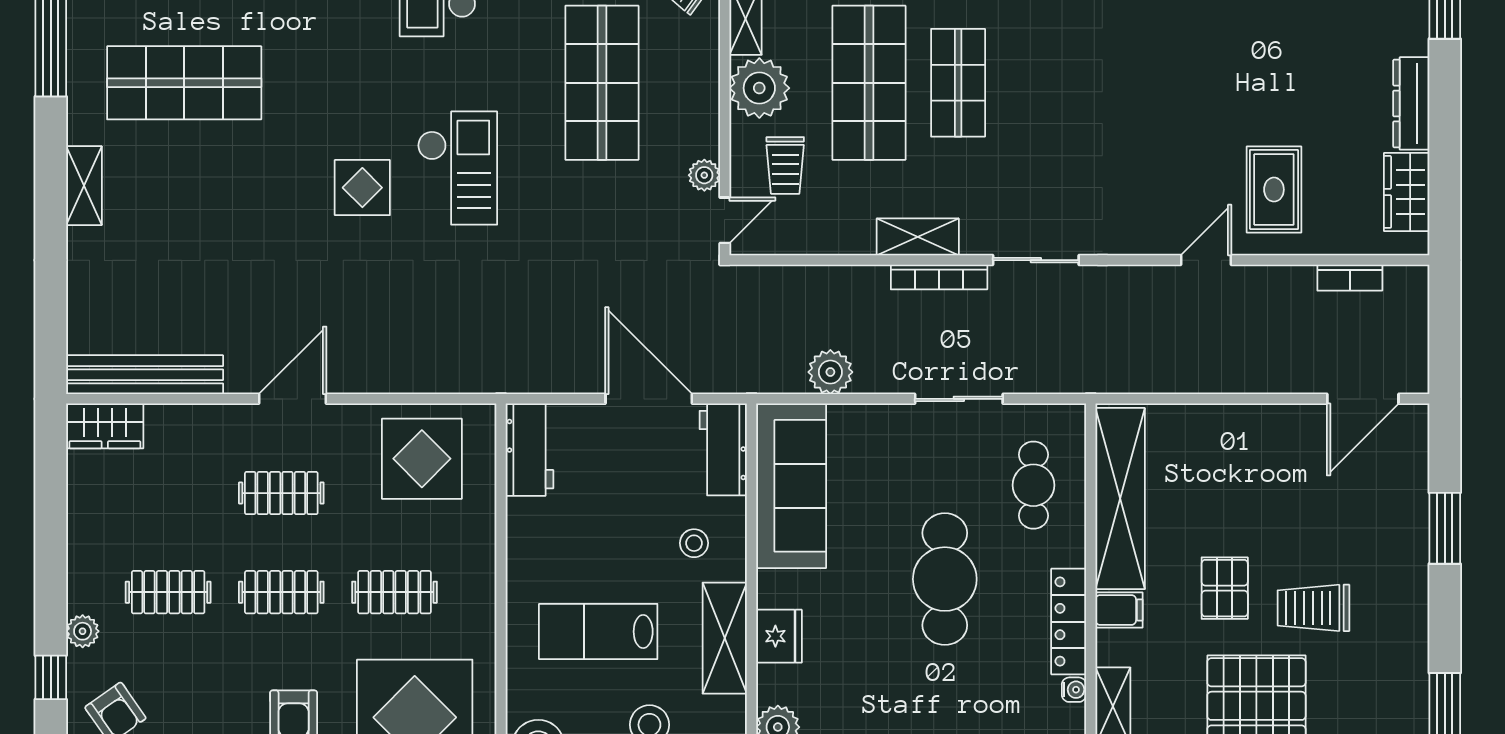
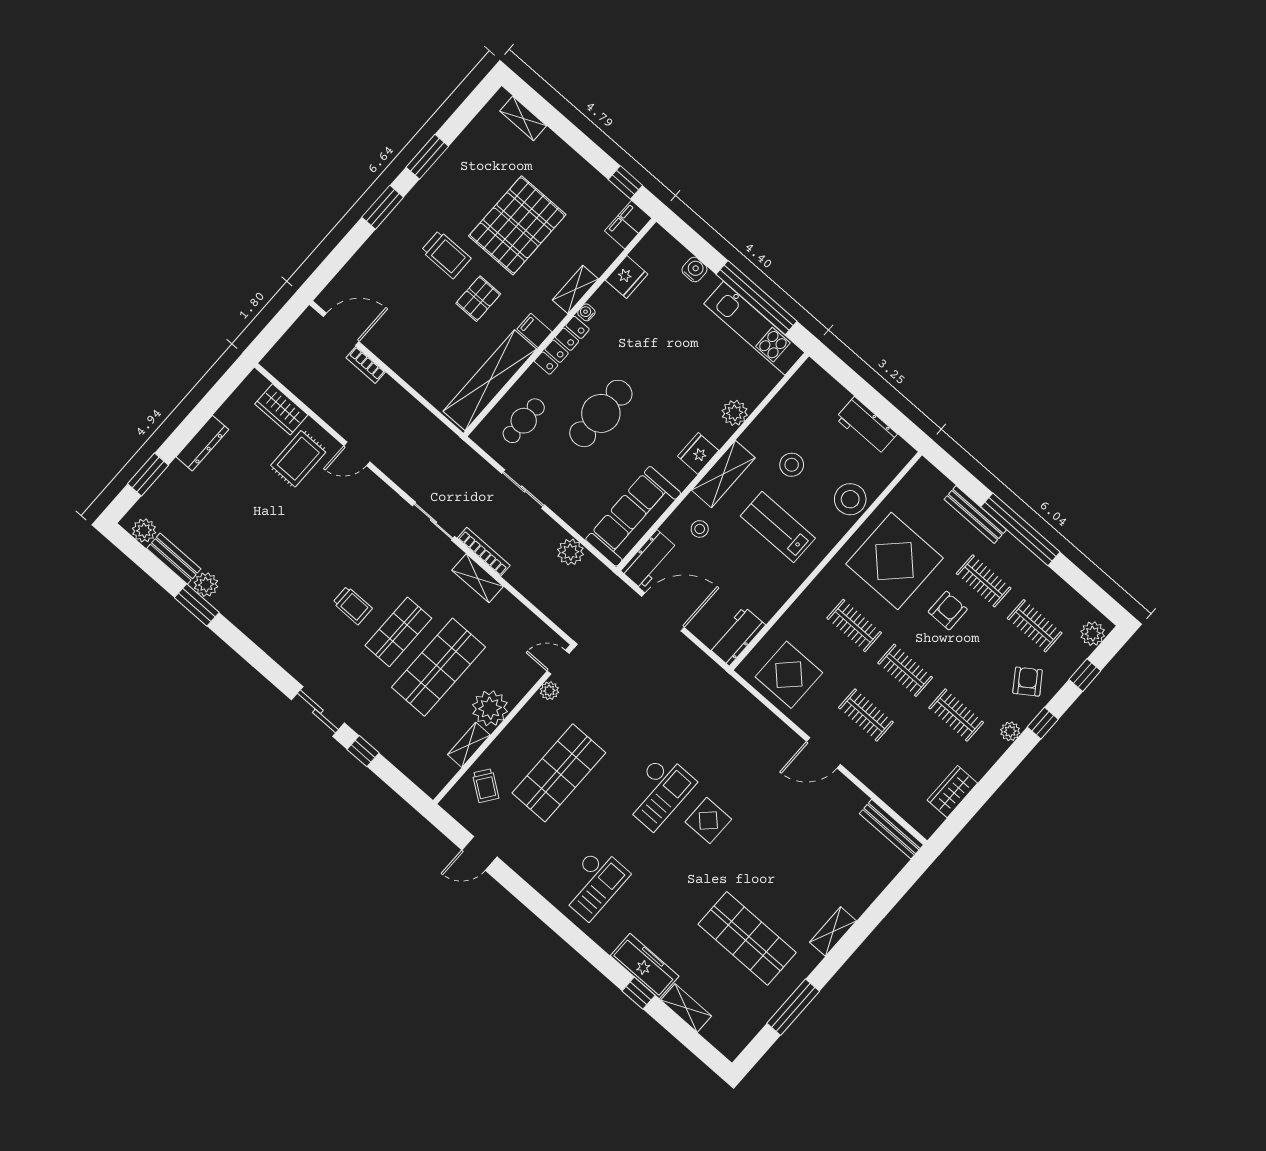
trolley: (785, 165) -> (353, 605), moved, turned 90
checkout: (457, 168) -> (658, 792), turned 180
wardrobe: (1407, 192) -> (281, 409), moved, turned 90
bookcase: (1350, 278) -> (366, 365), moved, turned 180
bench: (145, 375) -> (891, 829), width x0.73, depth x0.82
door: (649, 399) -> (663, 612), swing flipped
wardrobe: (105, 426) -> (952, 792), moved, turned -90
window: (1445, 528) -> (383, 207), moved
lab bench: (598, 632) -> (778, 527), turned 180

